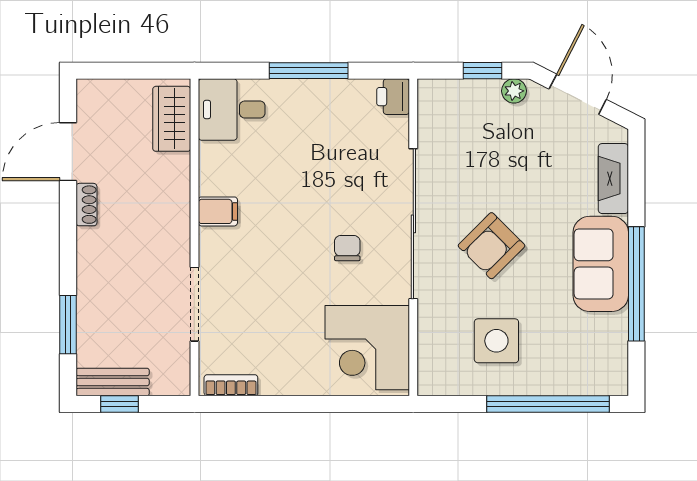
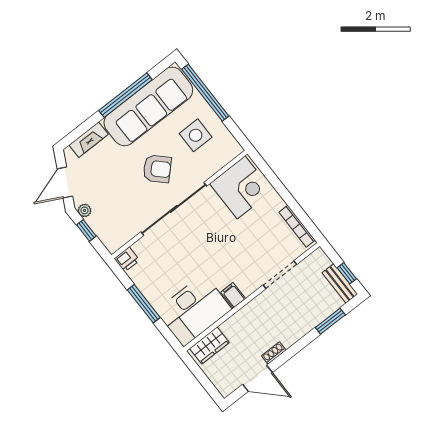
desk: (232, 109) -> (194, 310), width x1.87, depth x1.30
chair: (347, 248) -> (206, 229), removed
sofa: (601, 264) -> (148, 106), width x1.85, depth x1.27
bookcase: (231, 385) -> (297, 226), width x1.56

